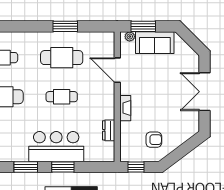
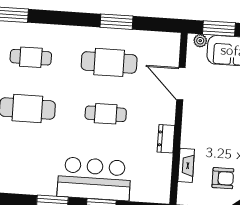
fireplace: (125, 108) -> (186, 165), moved
dresser: (109, 130) -> (166, 139), moved

